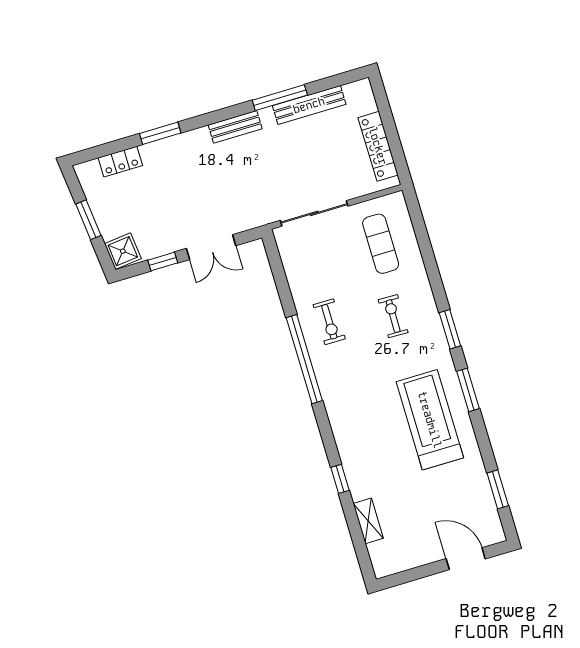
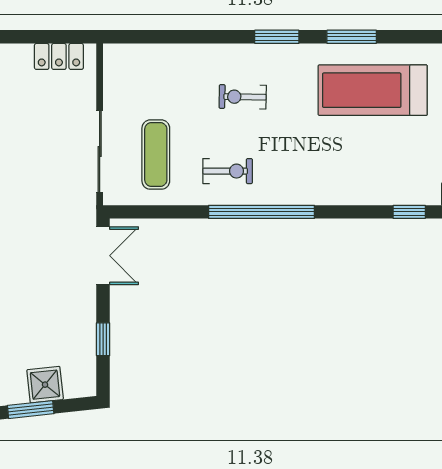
locker: (378, 146) -> (59, 56), width x0.66
exercise mat: (381, 244) -> (156, 155), moved, turned 90
double door: (211, 247) -> (103, 256), moved
shower: (123, 251) -> (45, 385), moved

